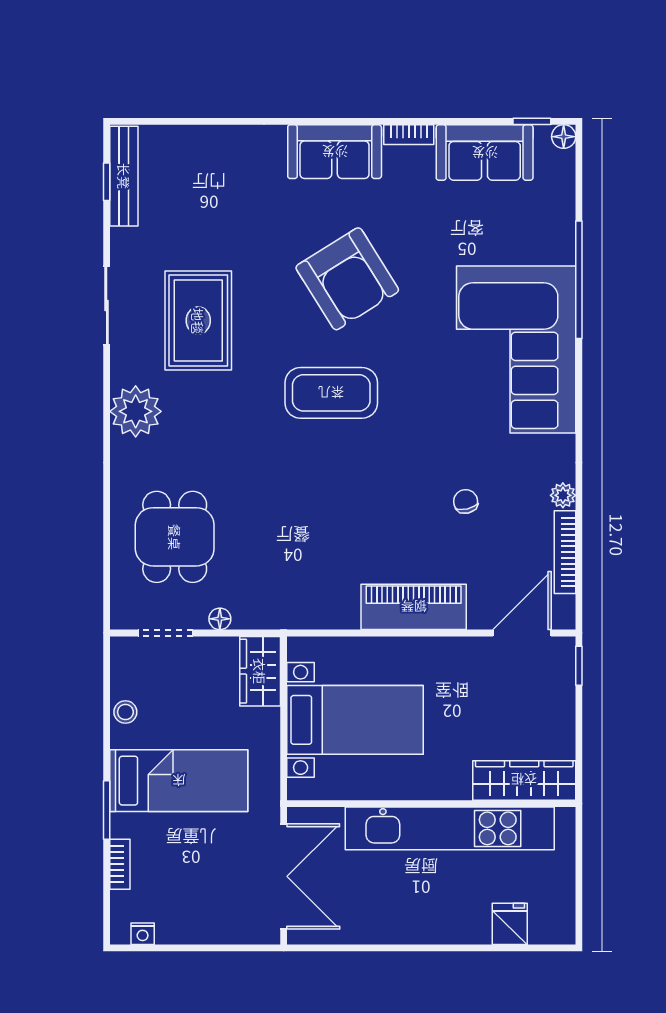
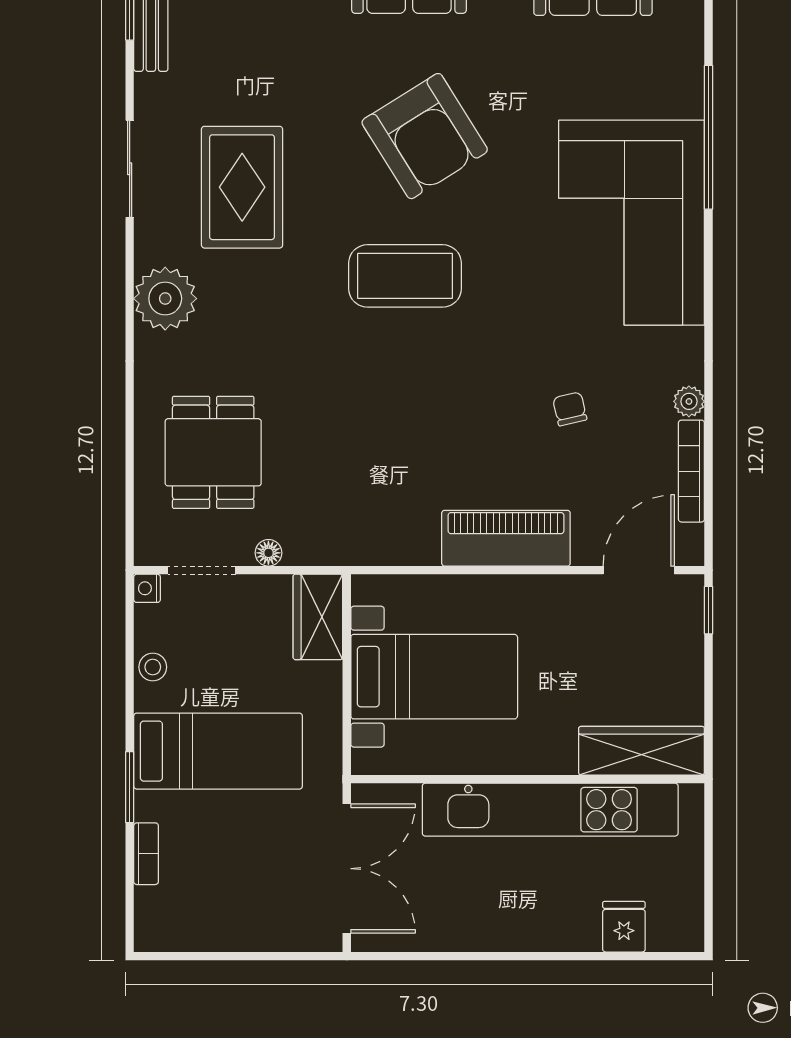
nightstand: (143, 934) -> (147, 588), moved, turned 90

